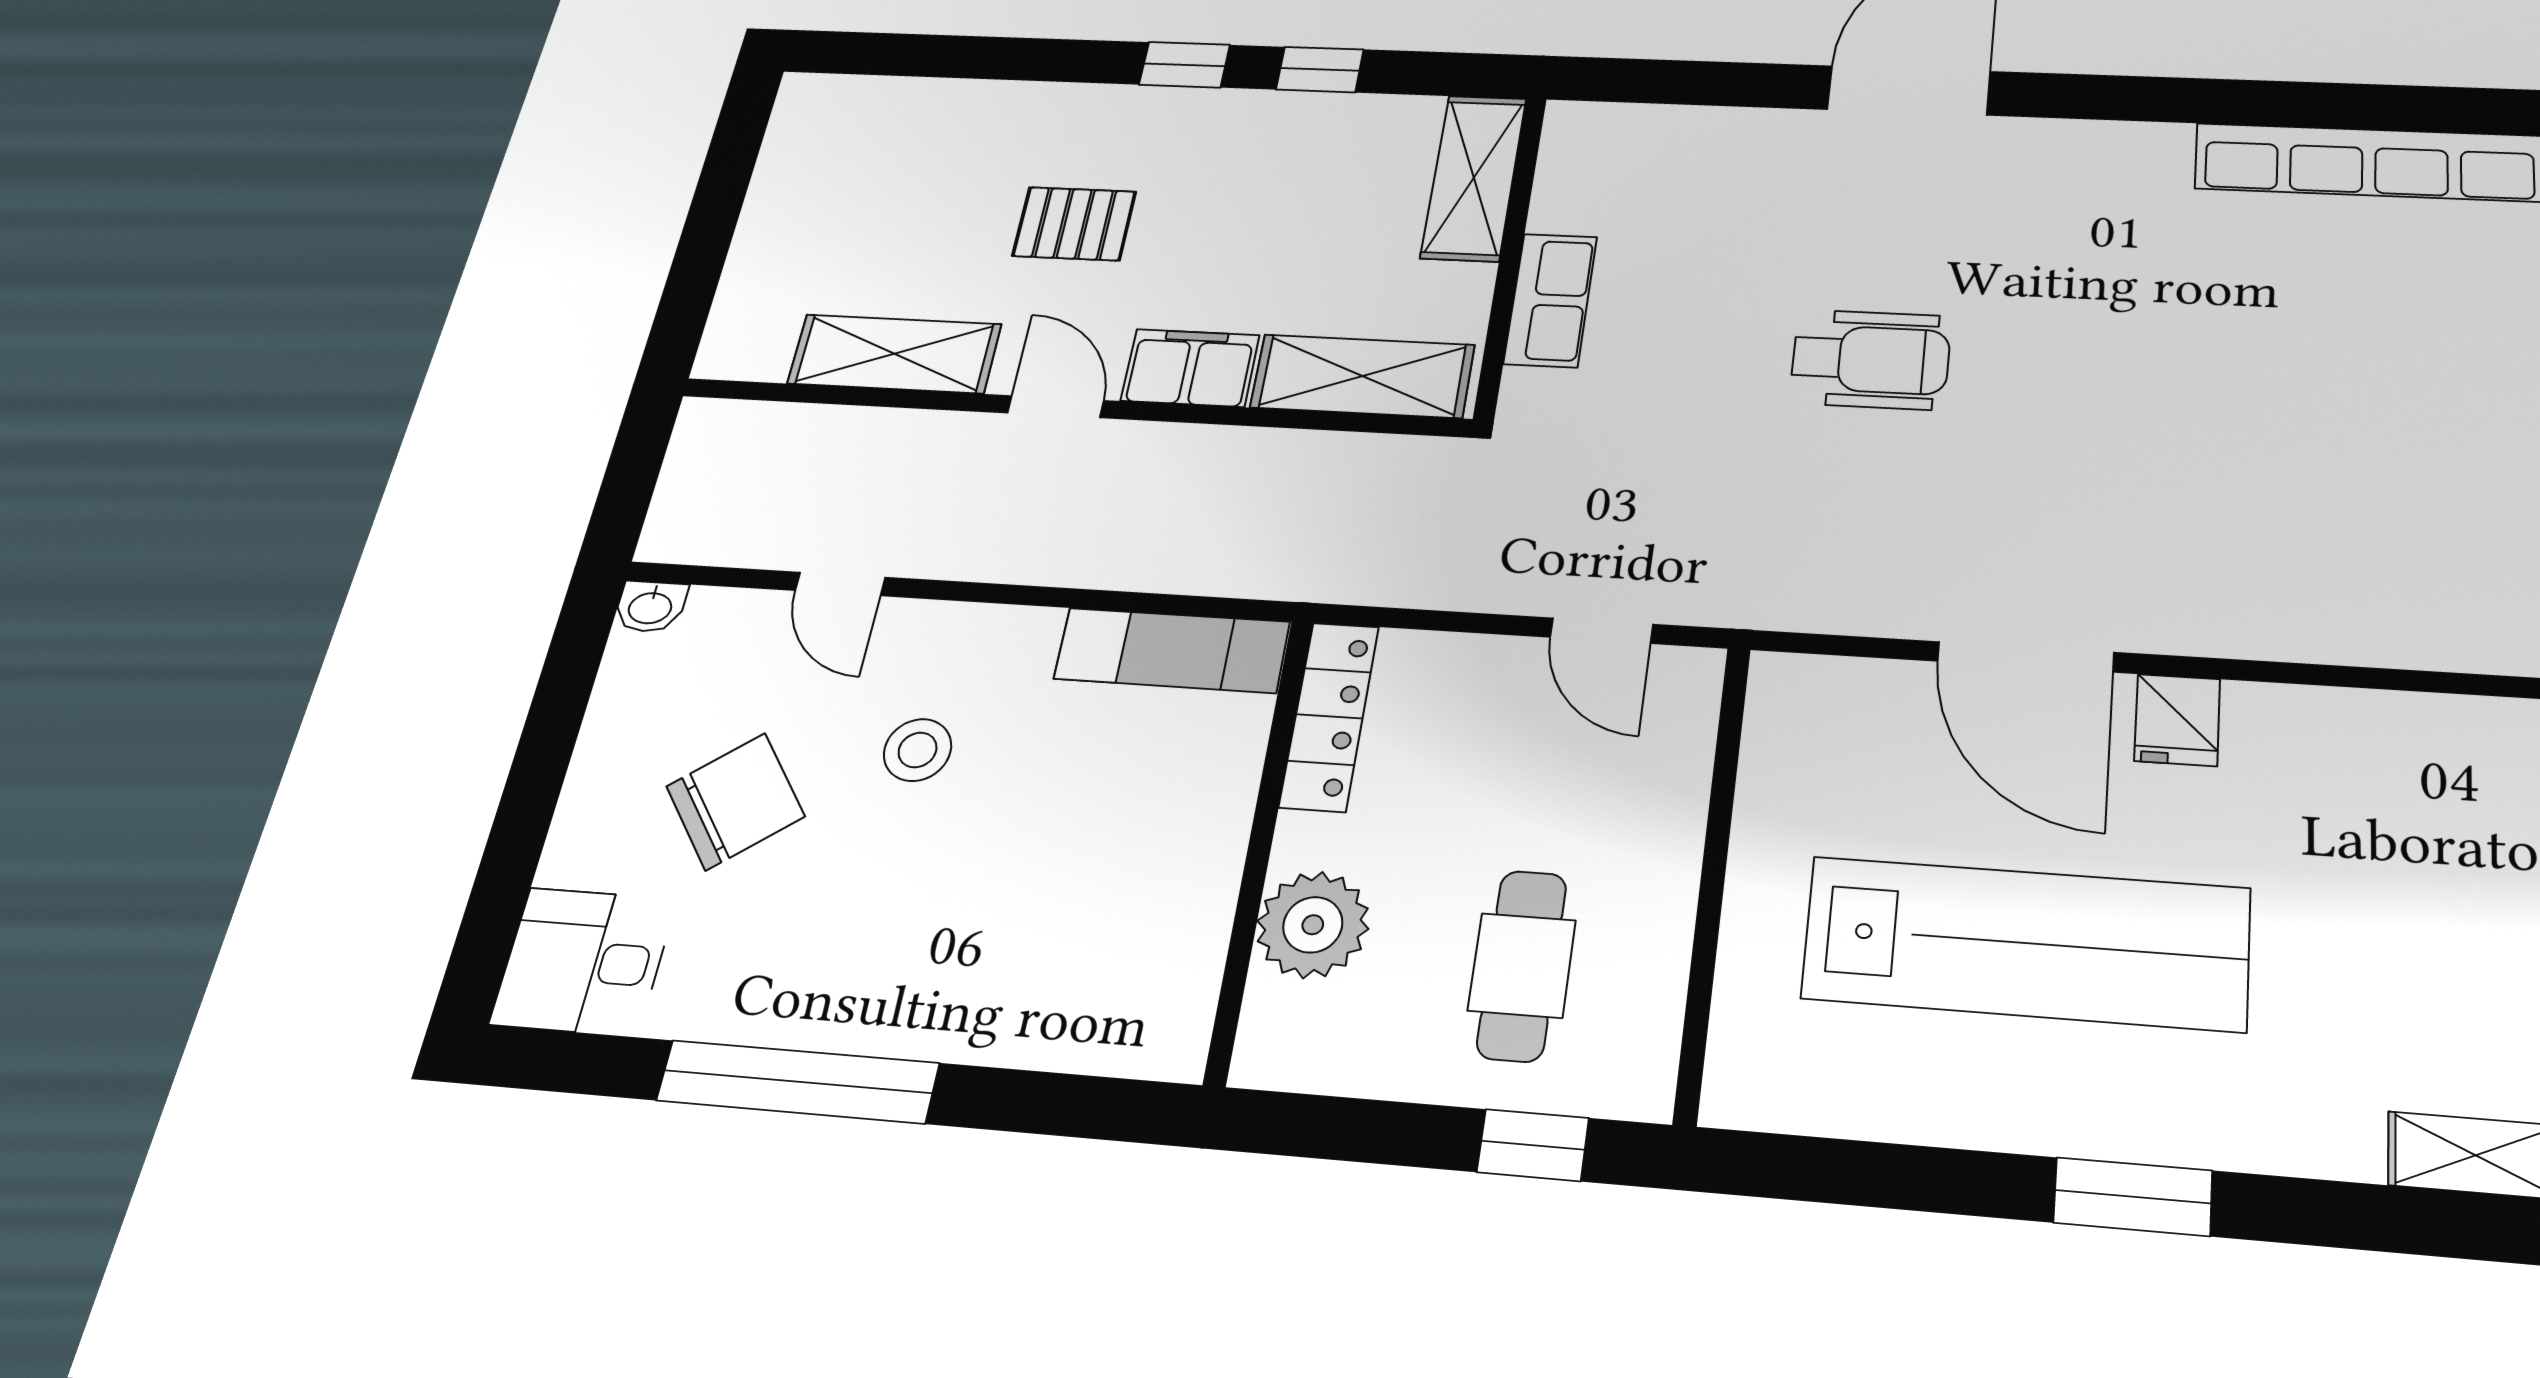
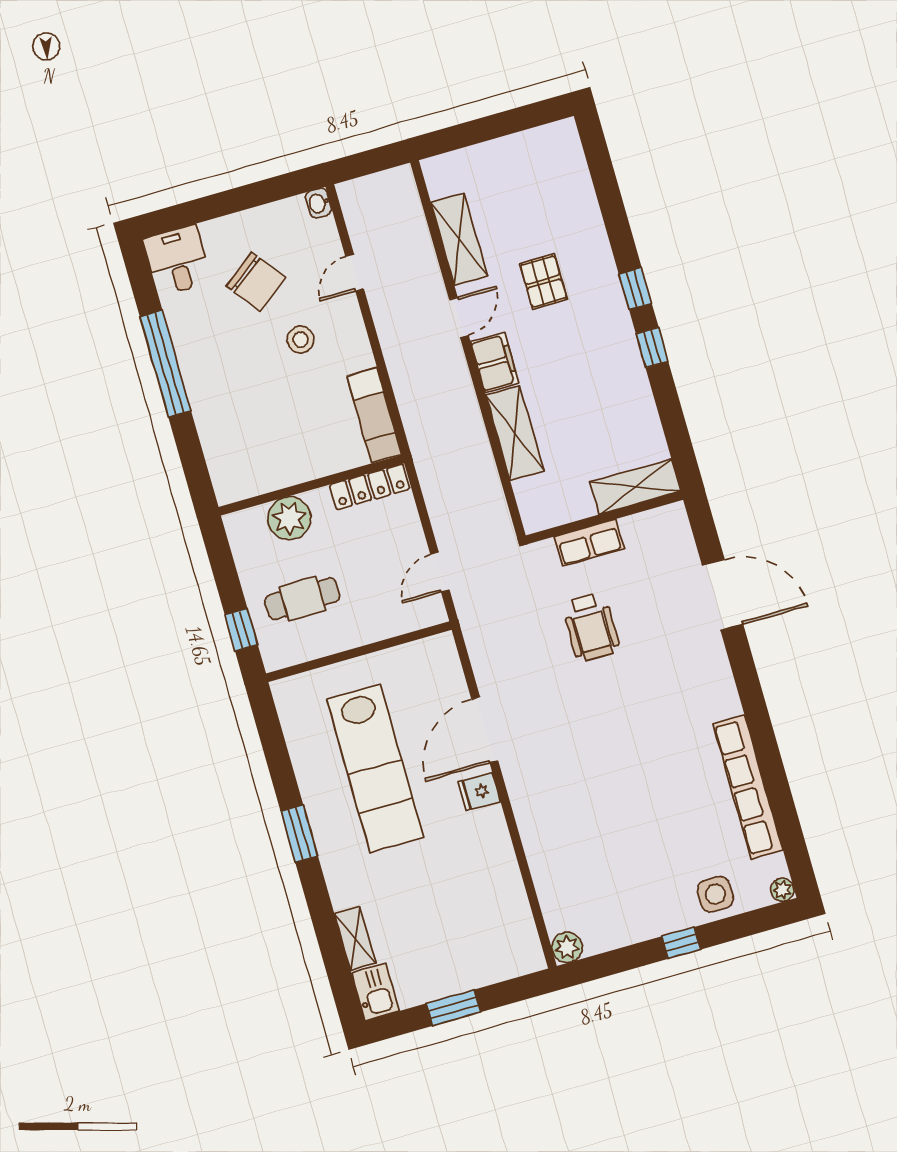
shelving: (1474, 178) -> (636, 487), moved
wall: (1511, 255) -> (604, 518), moved
row of seats: (1550, 300) -> (589, 543), moved

